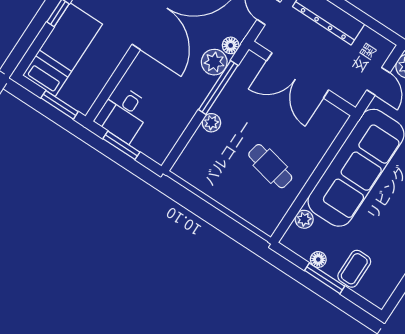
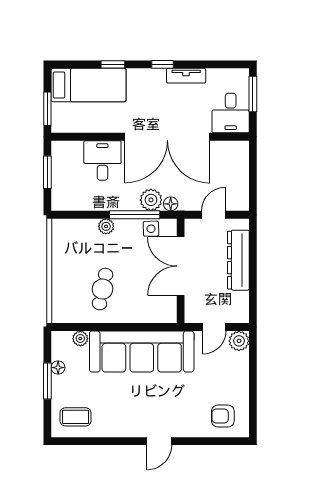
side table: (242, 80) -> (151, 229), added
desk: (123, 114) -> (102, 160), moved, turned 90
coffee table: (354, 269) -> (76, 417), moved

